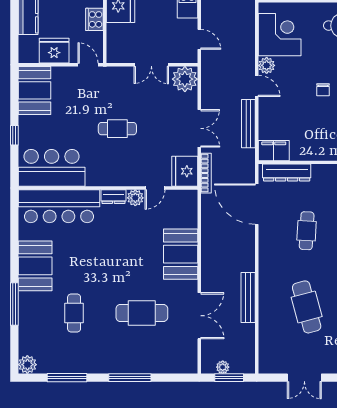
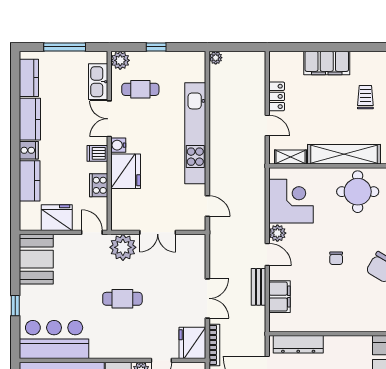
plant: (185, 79) -> (123, 247), moved
bench: (248, 124) -> (259, 287), width x0.73
filing cabinet: (274, 151) -> (280, 297), moved, turned 90

